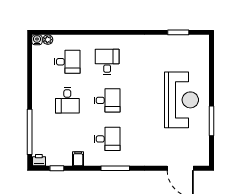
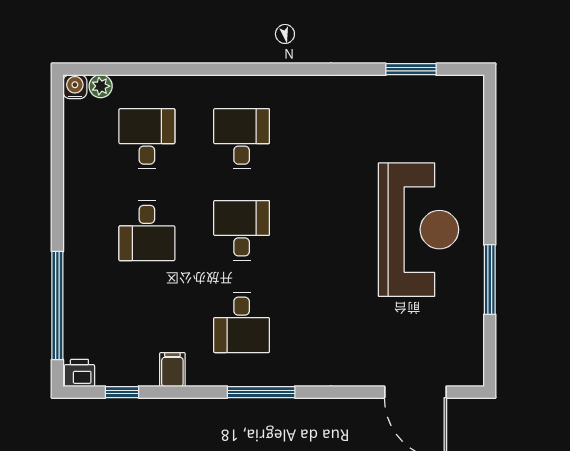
desk: (67, 62) -> (147, 139), turned -90
desk: (107, 100) -> (242, 231), turned -90
desk: (107, 139) -> (242, 322), turned 90

